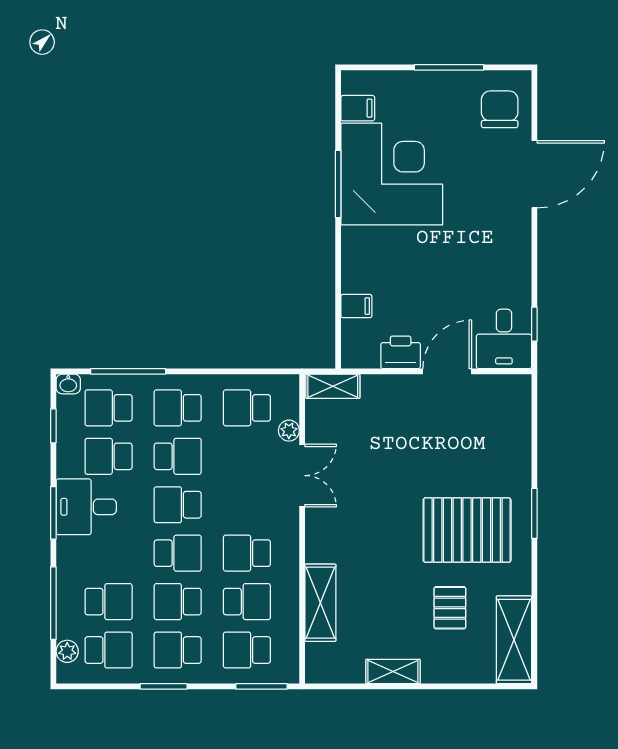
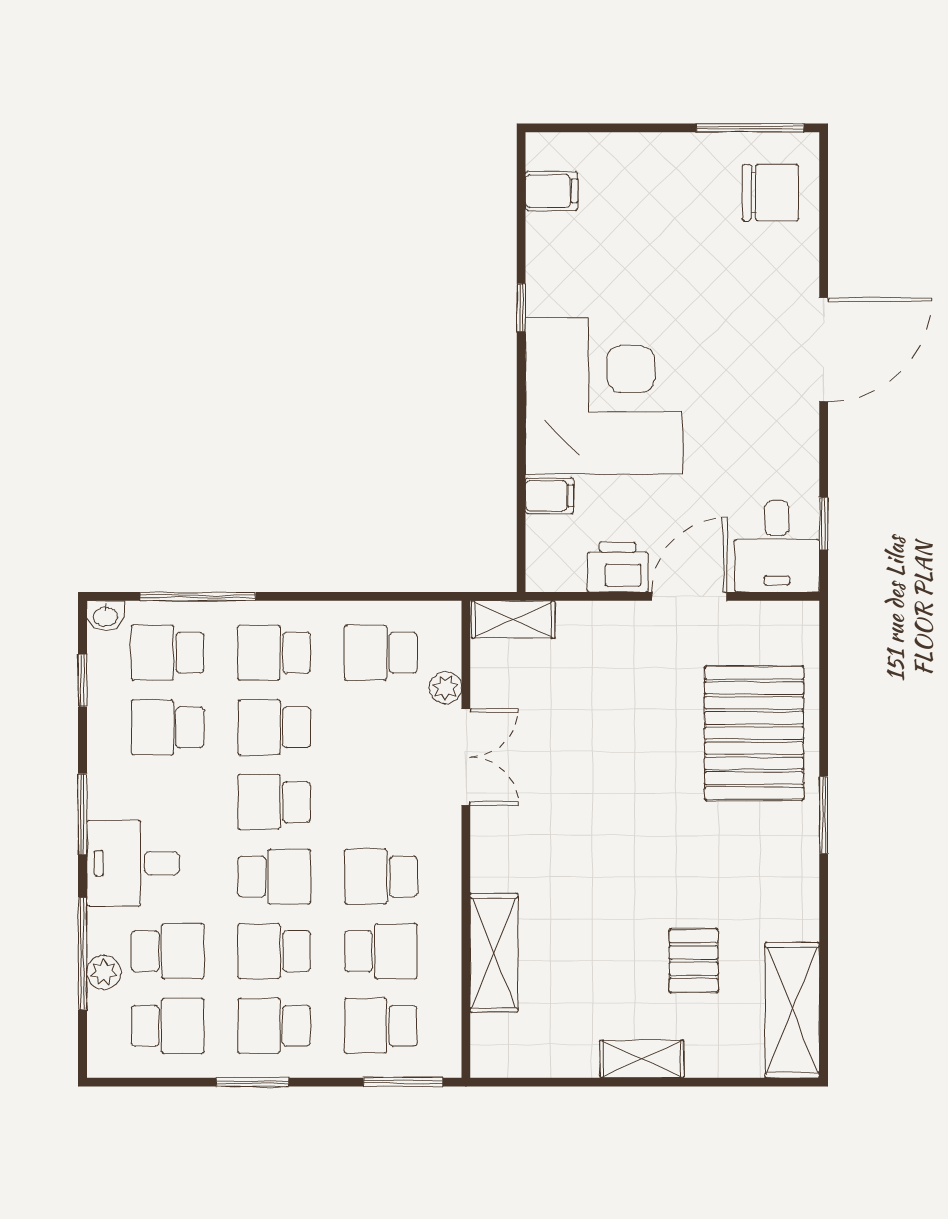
window: (449, 67) -> (750, 128), moved
chair: (500, 109) -> (770, 193), turned 90
corner desk: (392, 174) -> (604, 396), moved
door: (534, 174) -> (824, 350), moved
window: (338, 184) -> (521, 308), width x0.46
school desk: (178, 456) -> (274, 727), turned 180
desk: (86, 507) -> (133, 863), moved
pallet: (467, 530) -> (754, 733), moved, turned 90
plant: (67, 651) -> (104, 972), moved
shelving: (393, 672) -> (642, 1059), moved

